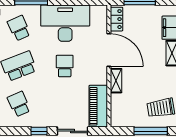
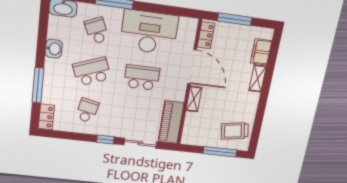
school desk: (65, 66) -> (142, 78), width x1.85
school desk: (19, 104) -> (87, 111), turned 36

